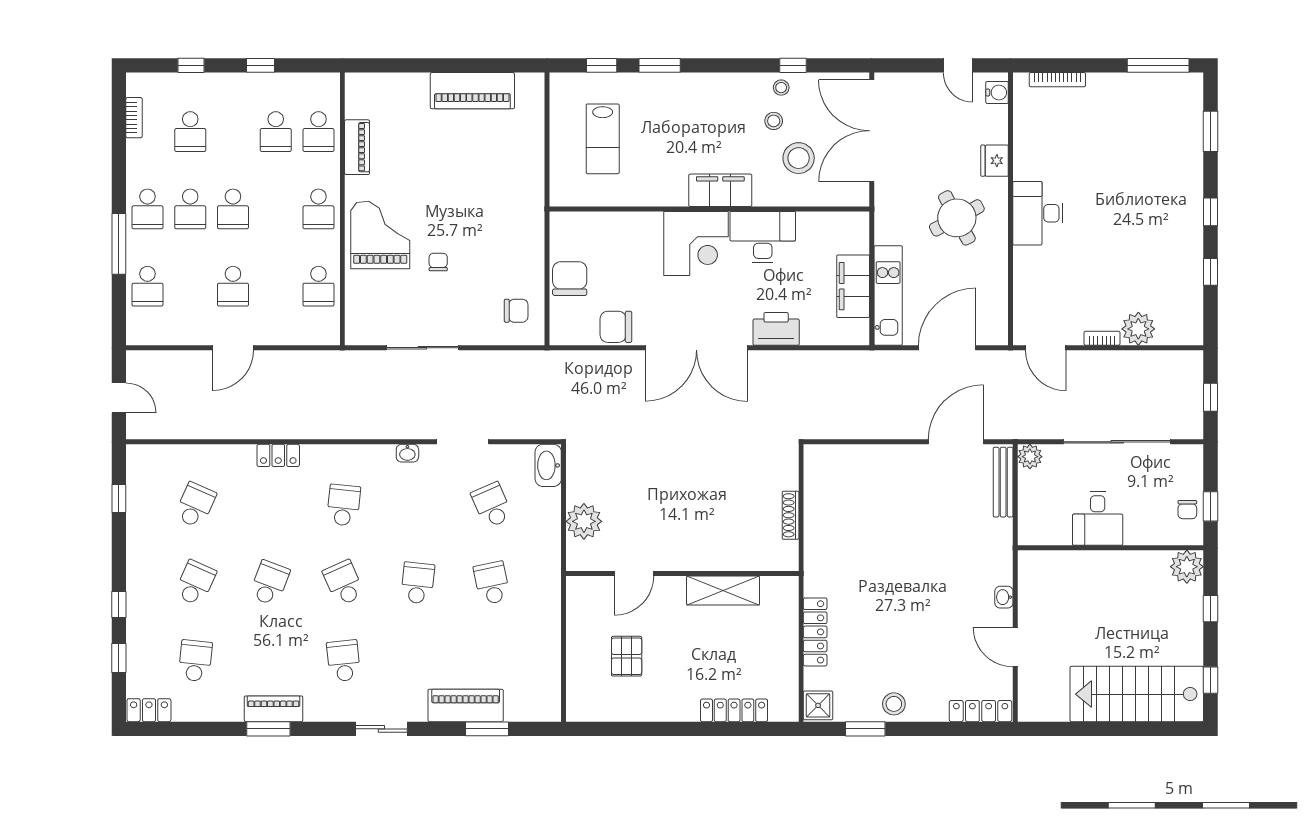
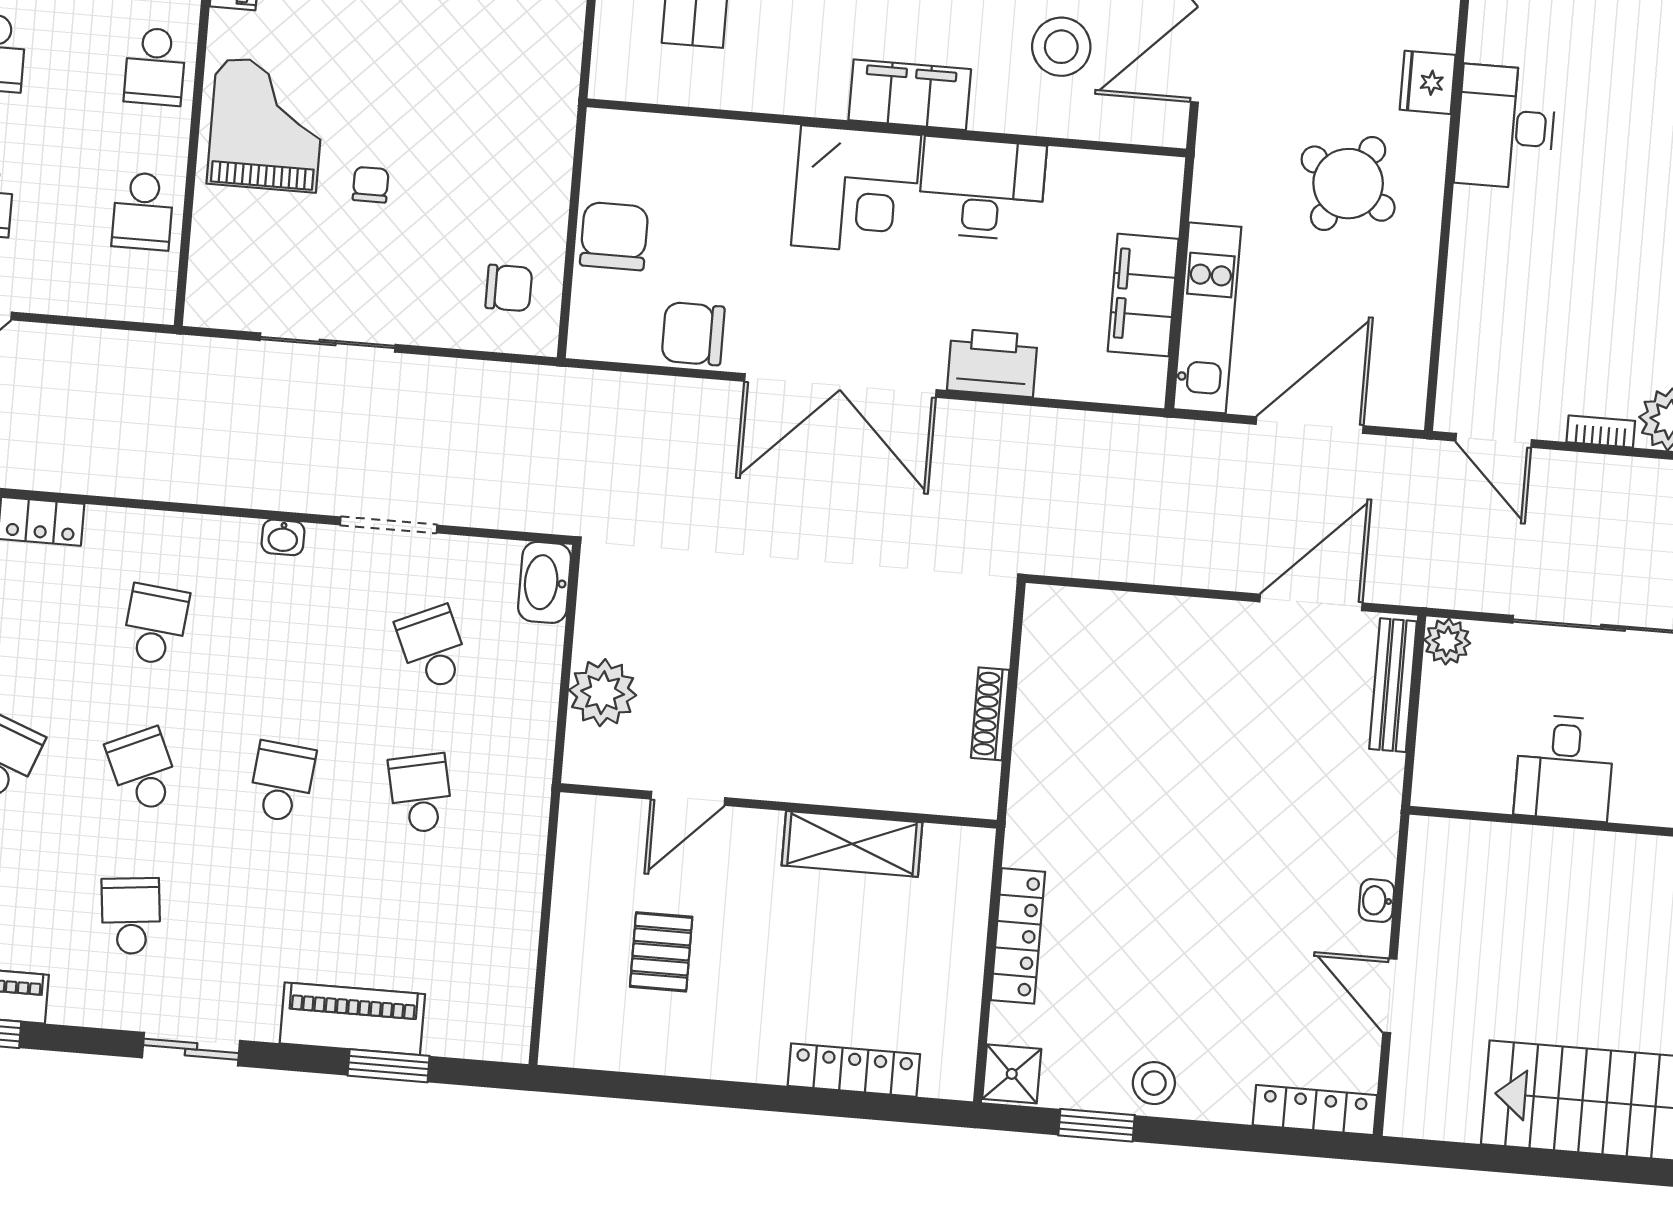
desk: (1038, 213) -> (1506, 127), moved
round table: (957, 218) -> (1348, 184), turned -31

